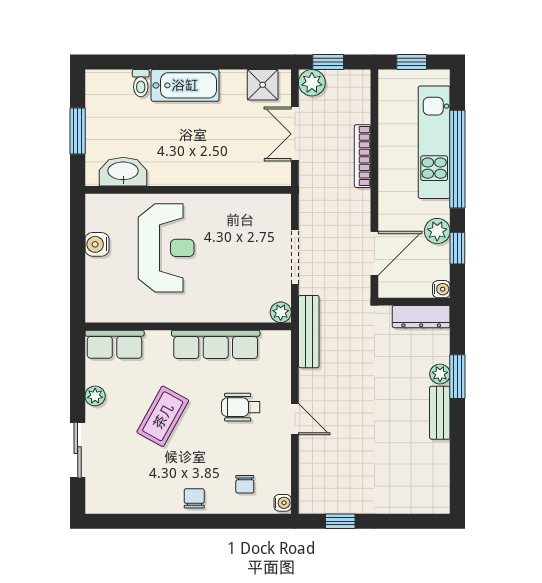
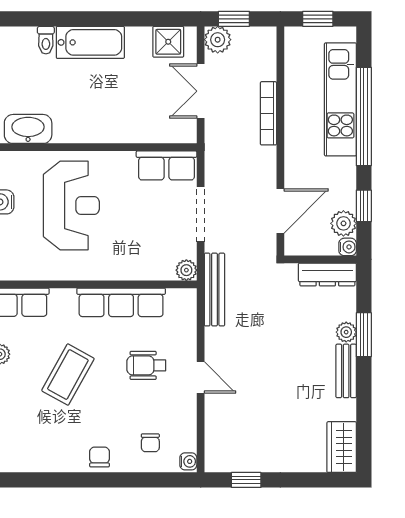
row of seats: (261, 208) -> (167, 165), added
plant: (437, 231) -> (343, 223), moved
wardrobe: (435, 489) -> (342, 447), added

